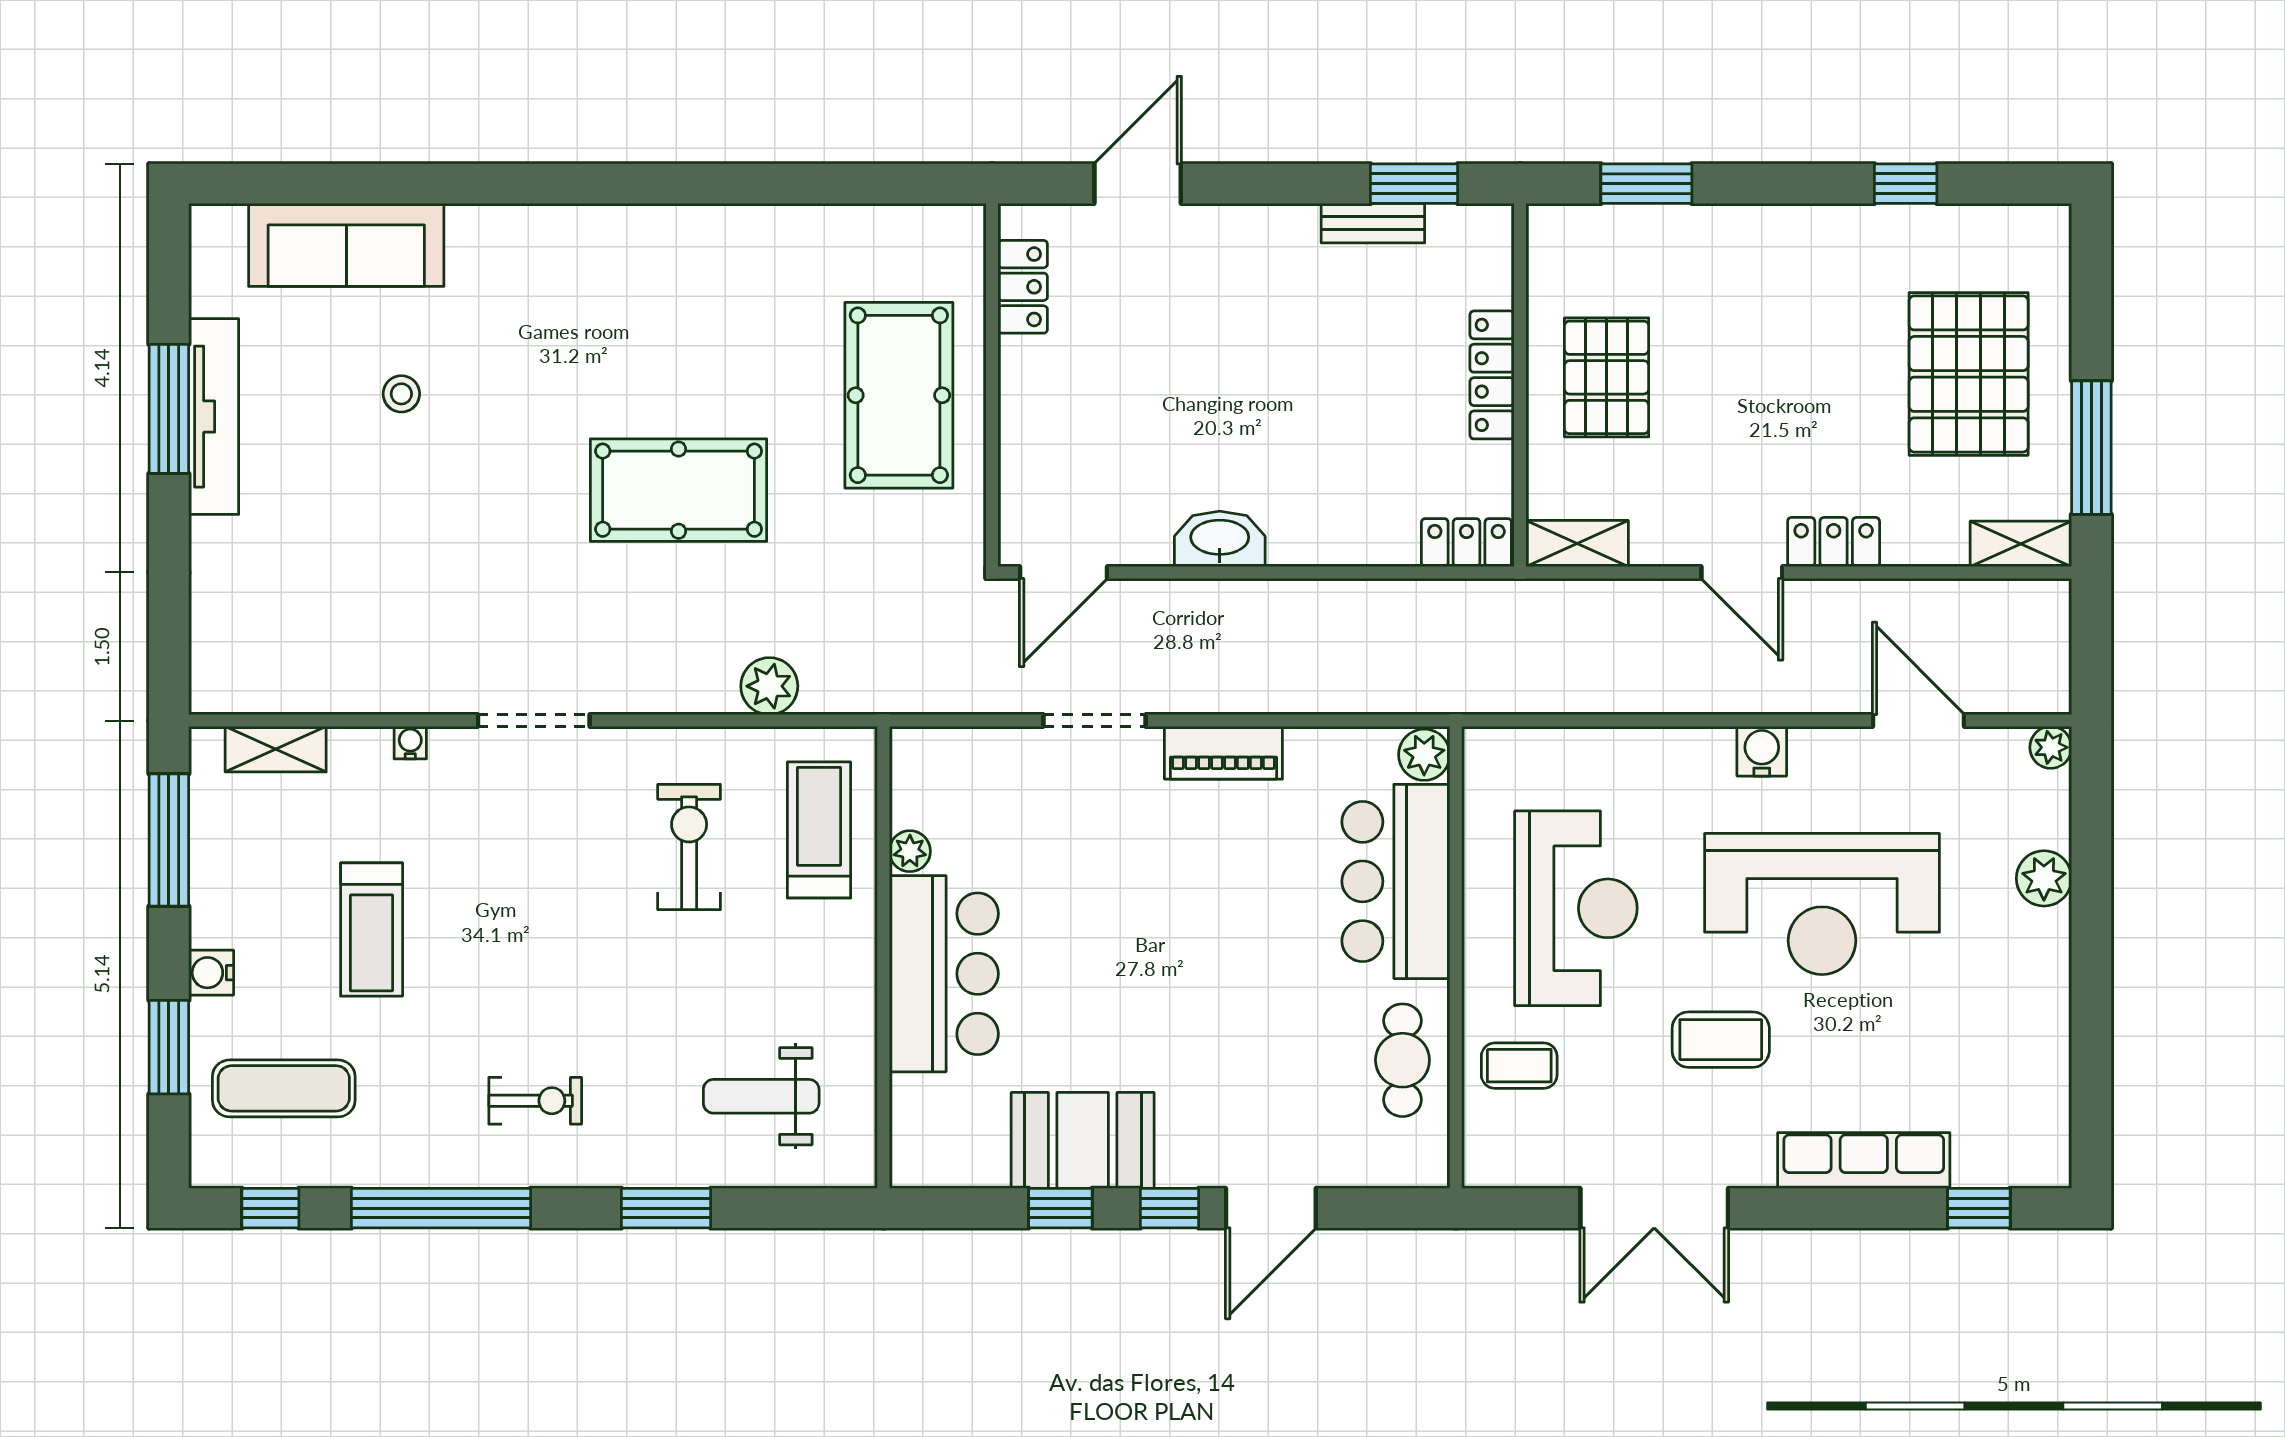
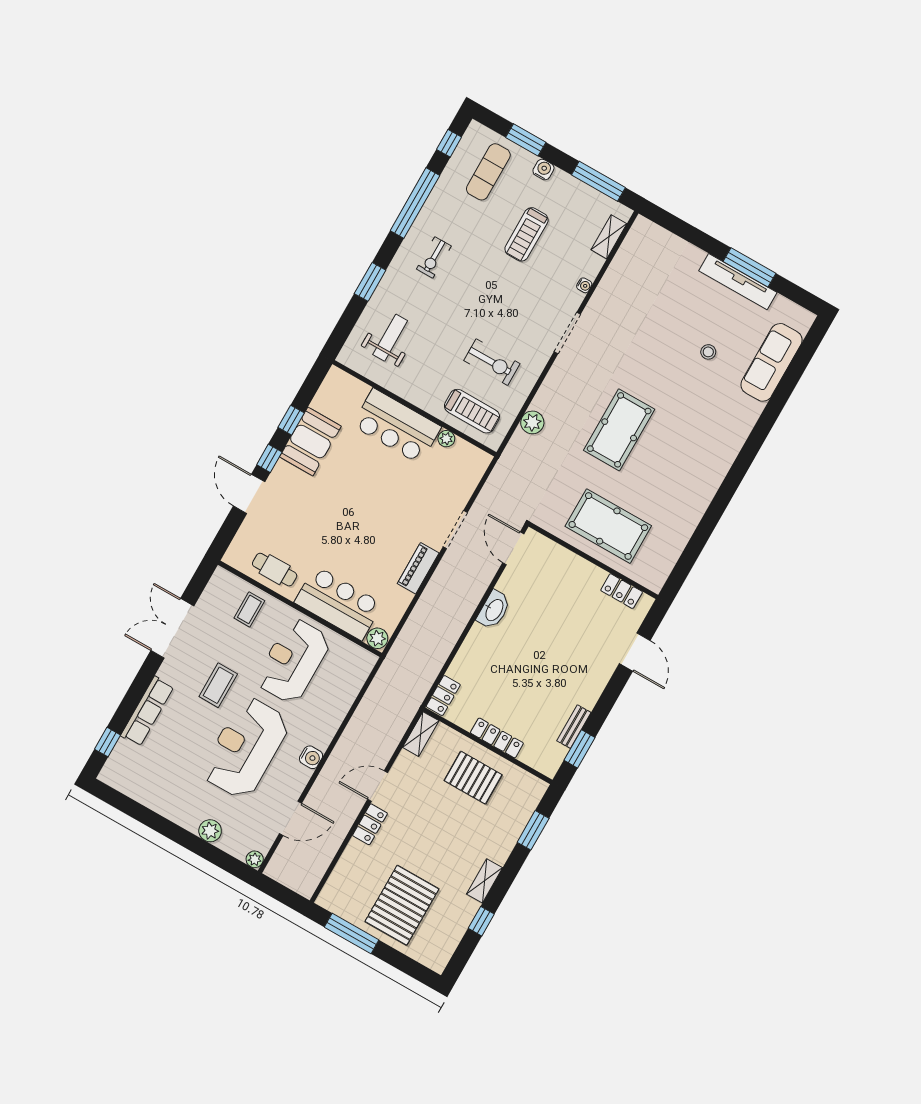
pallet: (1969, 374) -> (402, 905), turned 90
shelving: (2021, 544) -> (484, 881), moved
reception desk: (1576, 908) -> (293, 661), turned 90
treadmill: (372, 930) -> (526, 234), turned -90

